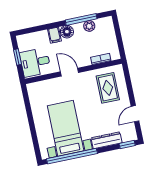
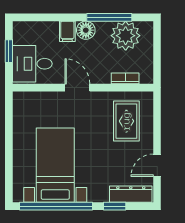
plant: (89, 26) -> (126, 36), width x1.88, depth x1.88
dresser: (107, 140) -> (131, 194), moved
window: (127, 144) -> (115, 206), moved

